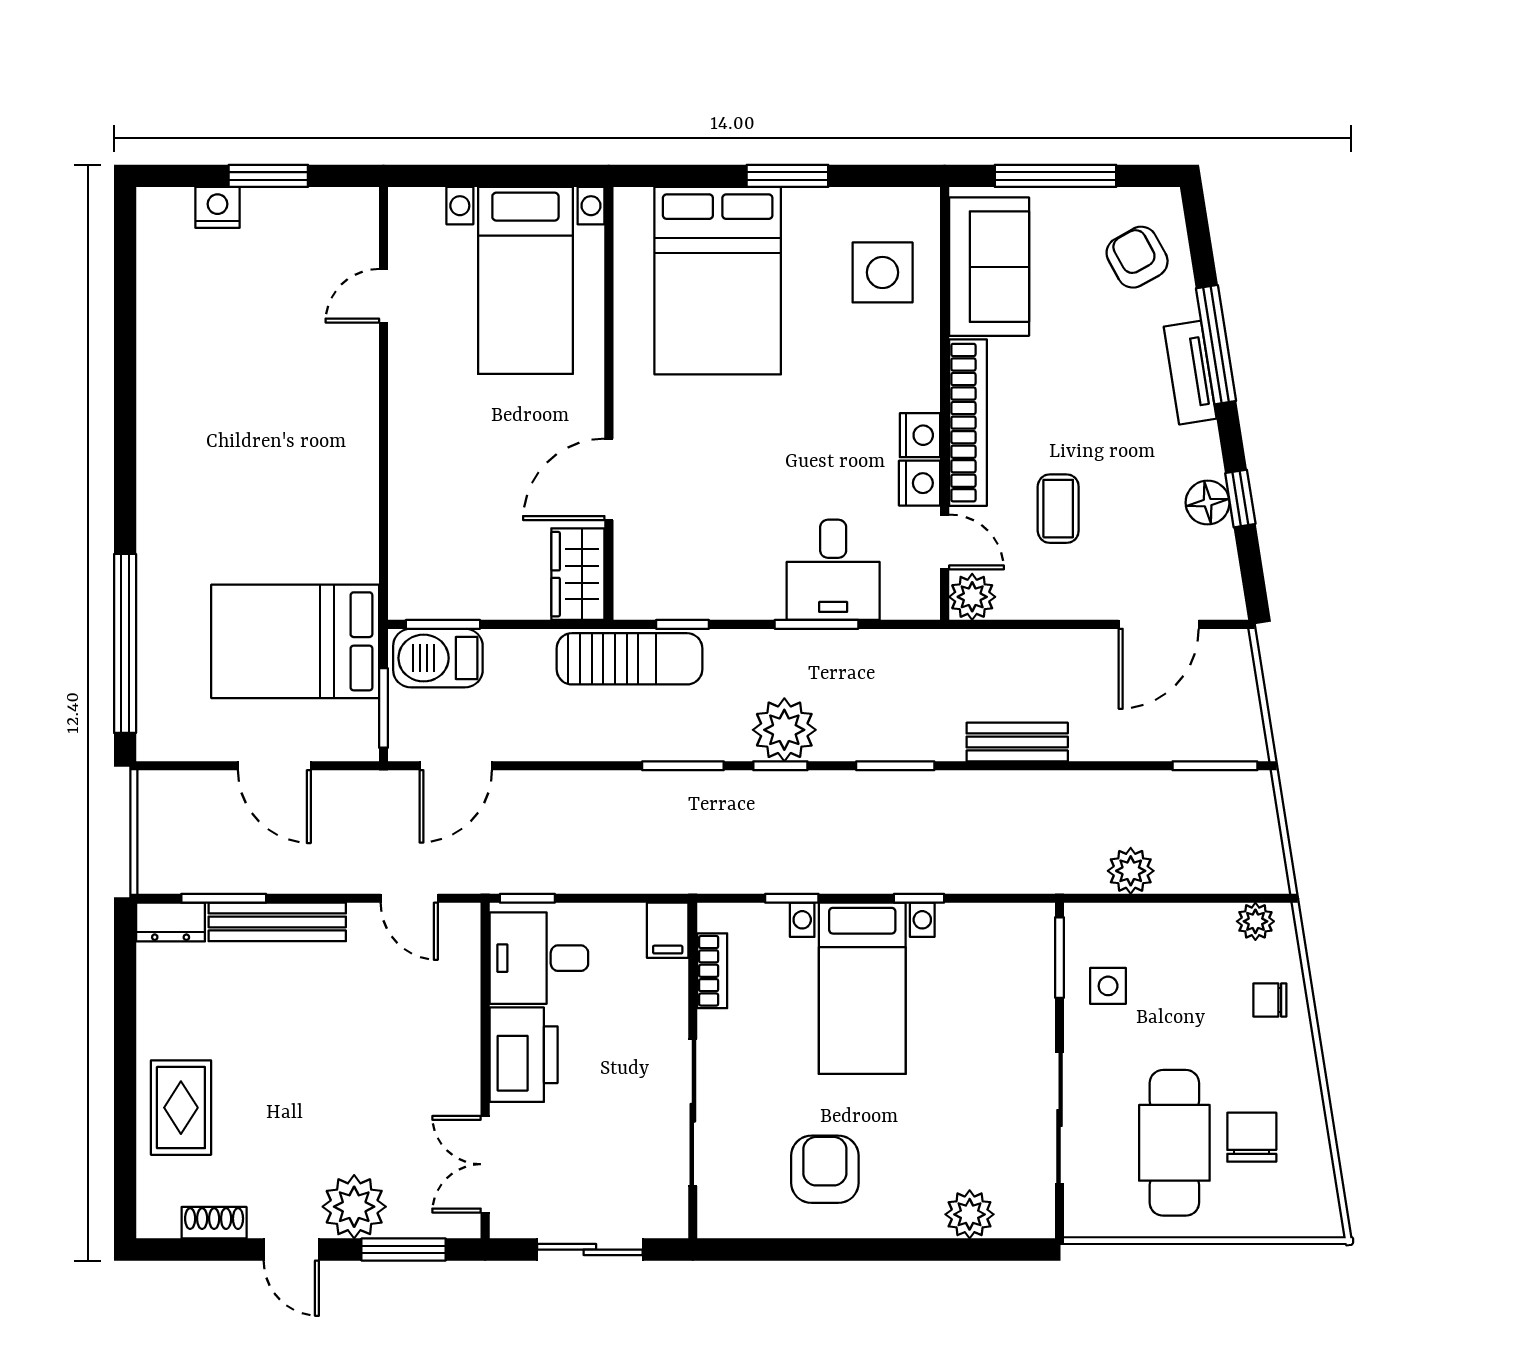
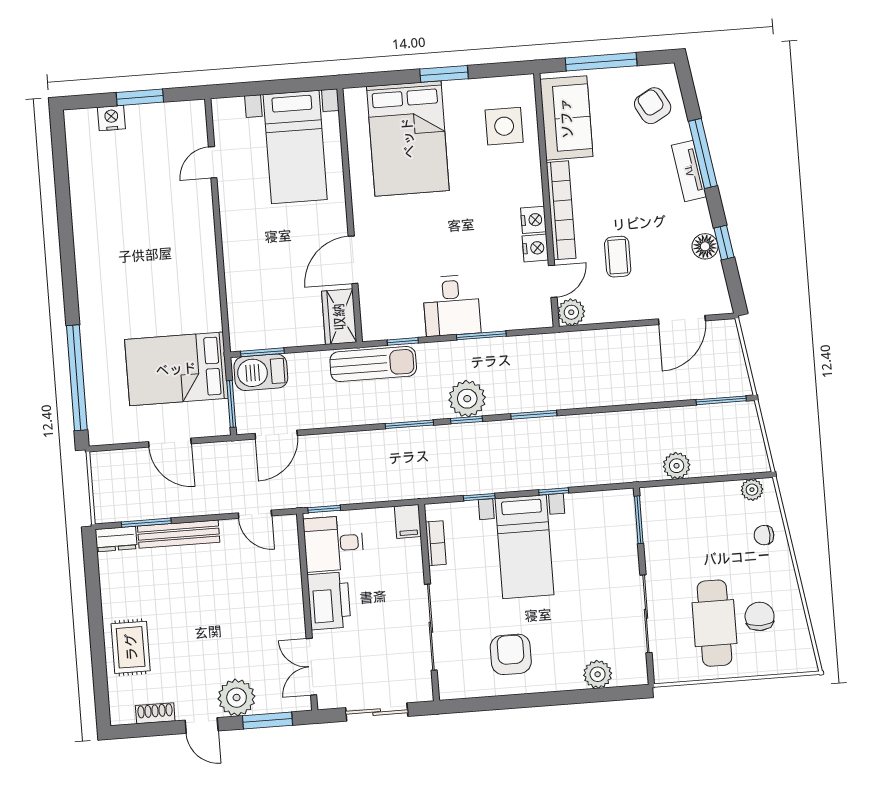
door: (945, 542) -> (553, 281), hinge flipped
desk: (833, 570) -> (452, 306), moved
bench: (1017, 742) -> (604, 395), removed
side table: (1108, 986) -> (668, 534), removed

